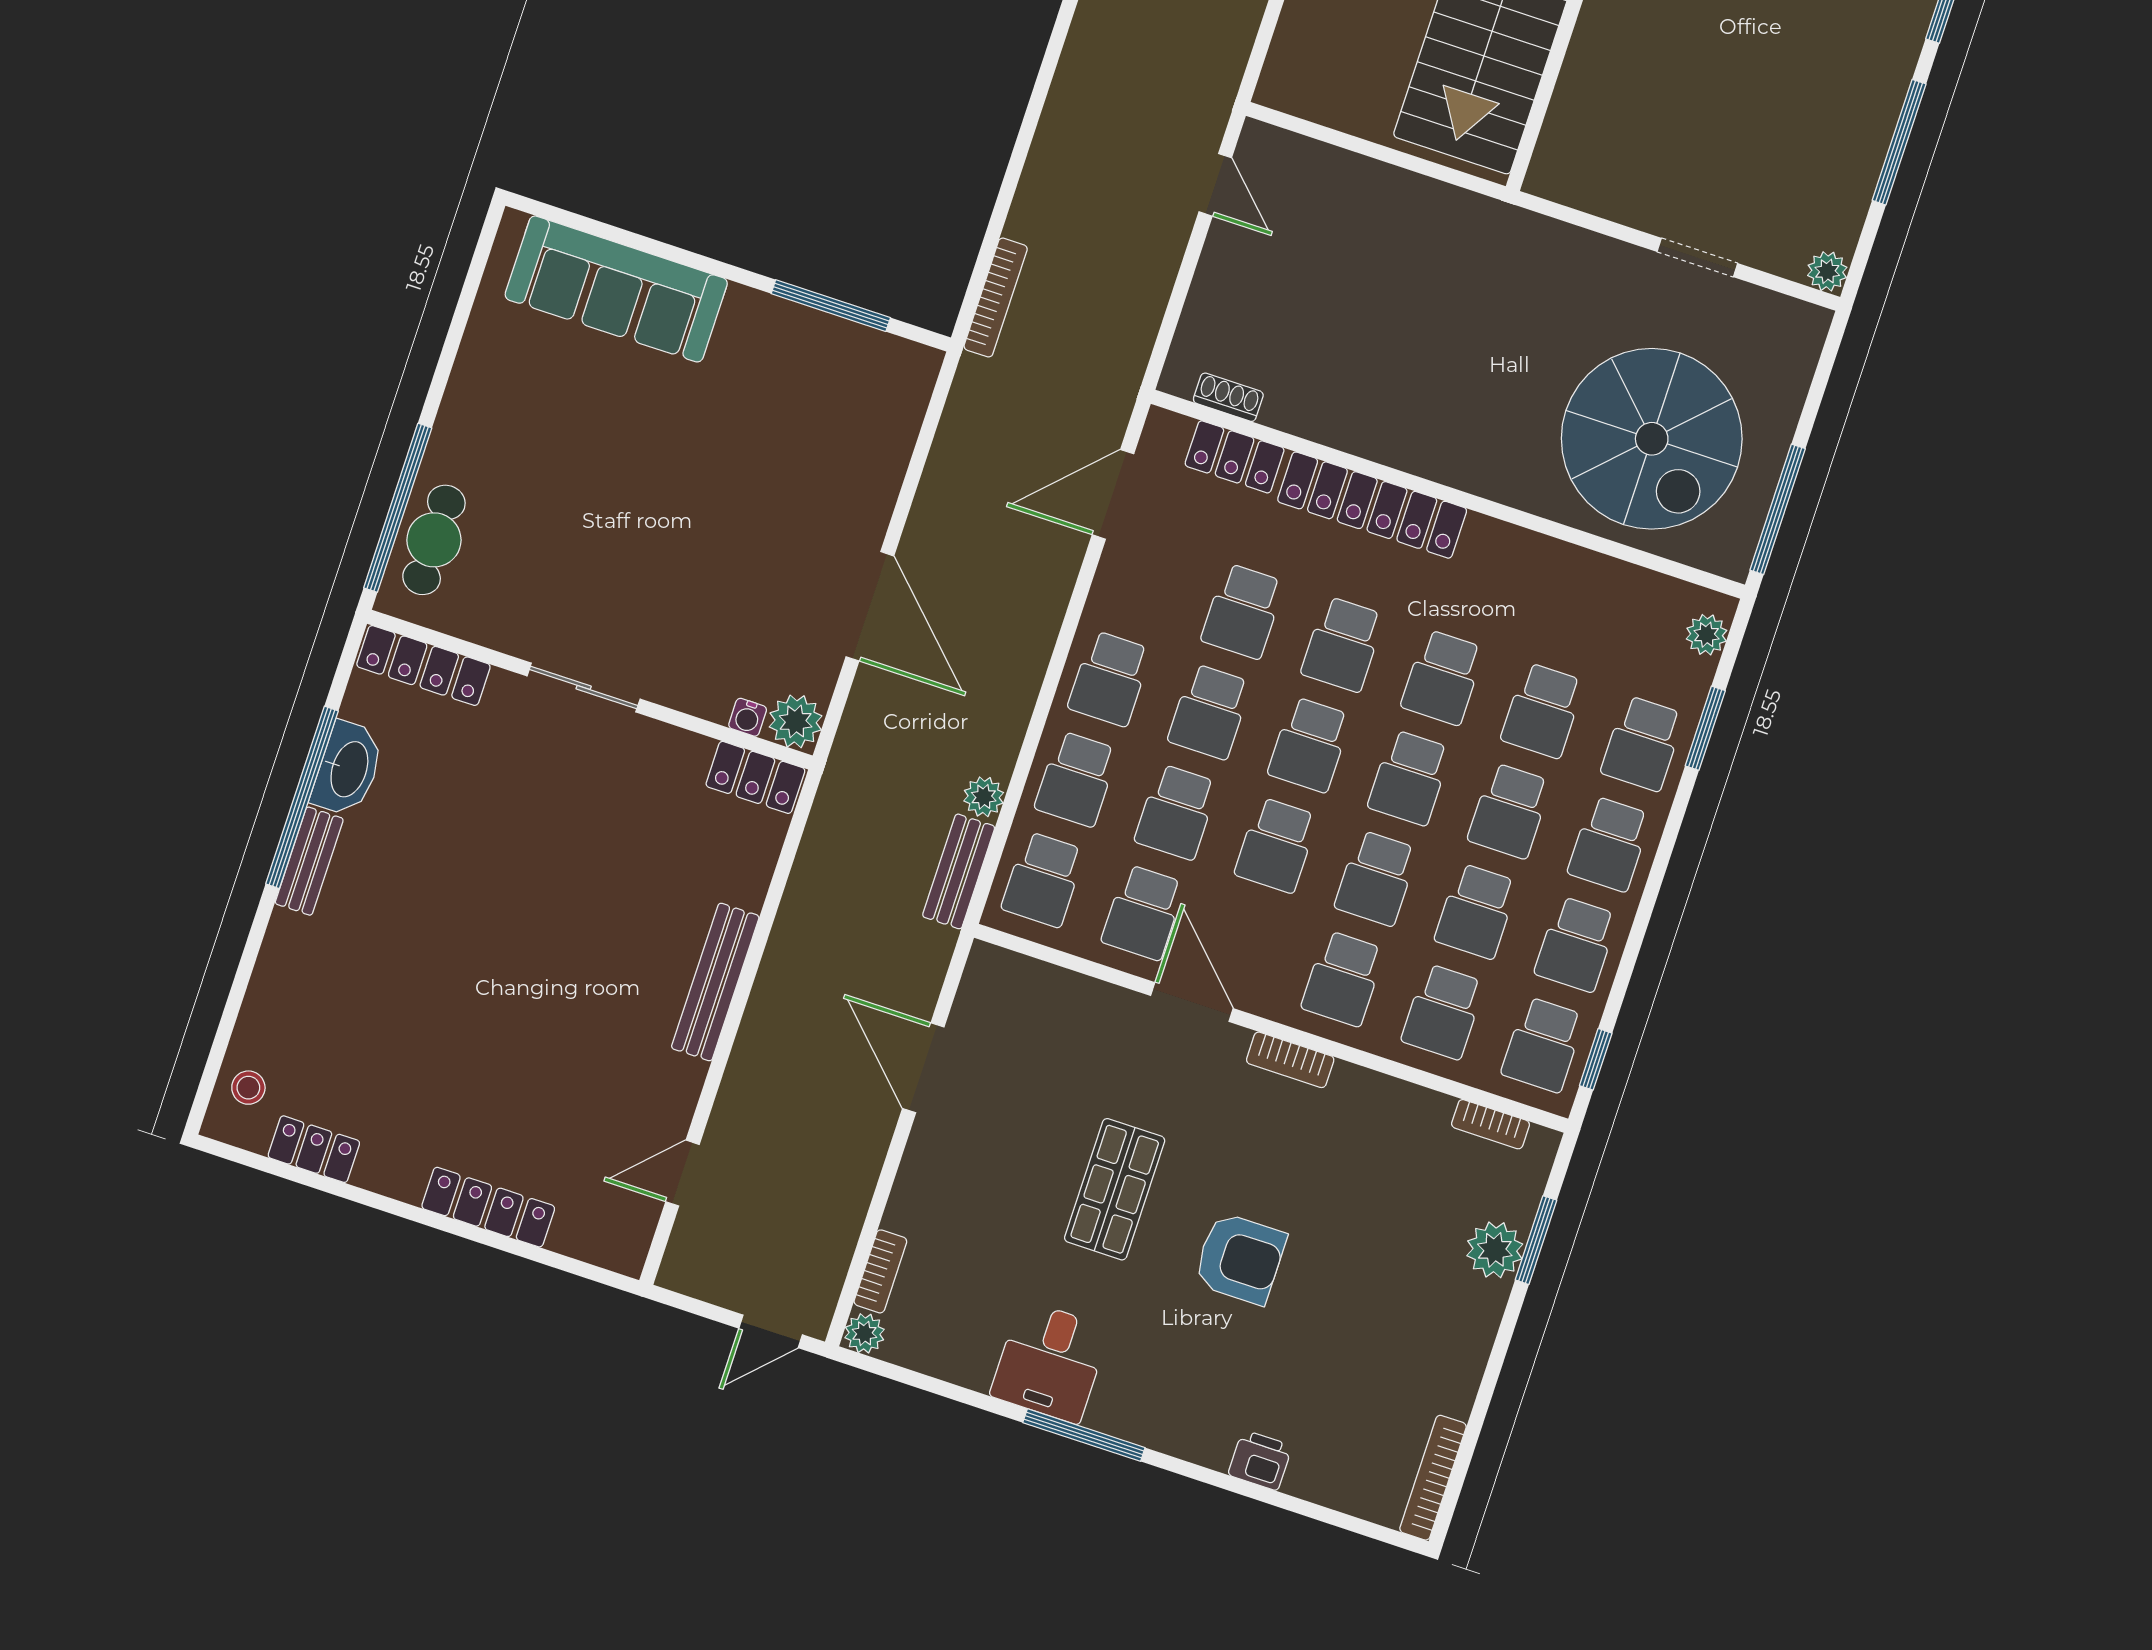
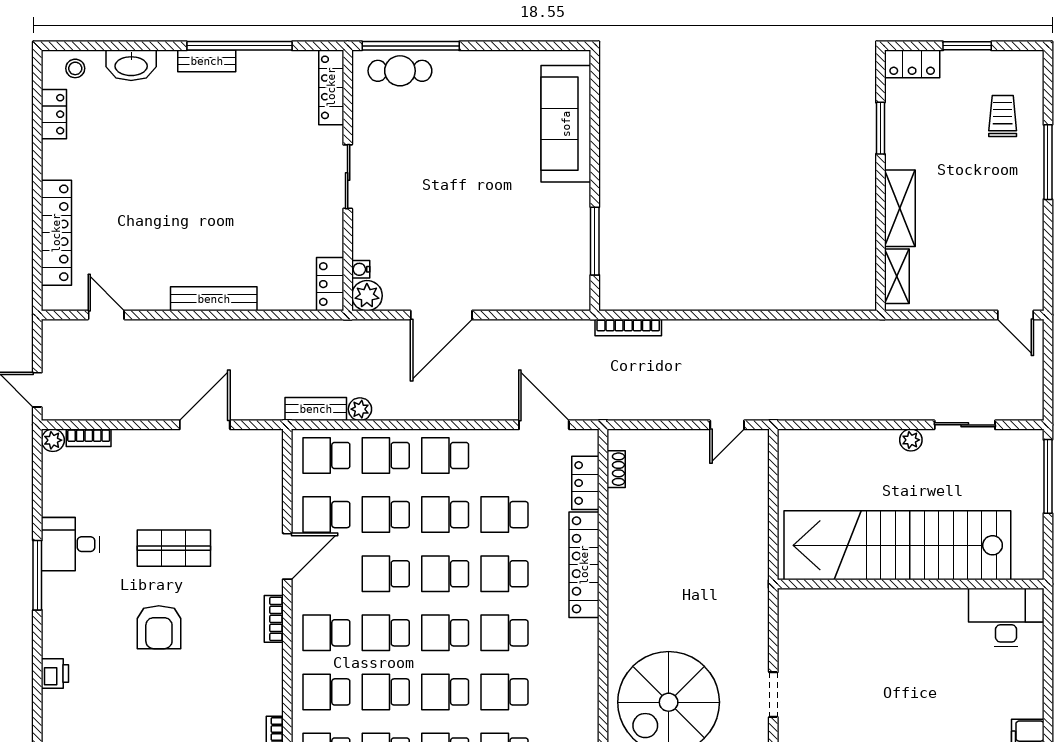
washbasin: (348, 769) -> (131, 65), moved
locker: (488, 1207) -> (56, 233), width x1.41, depth x1.21

